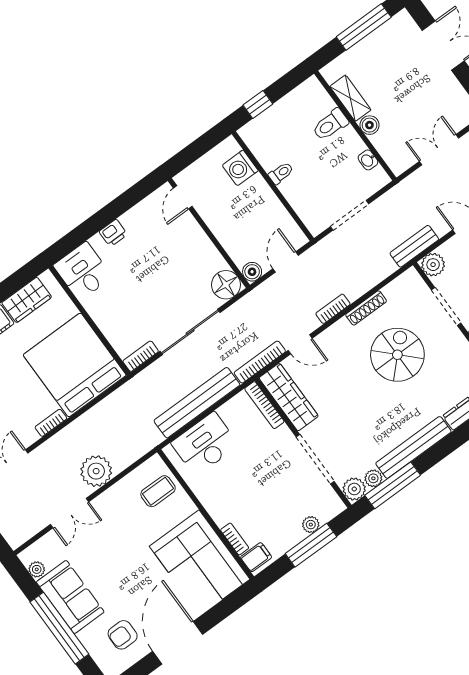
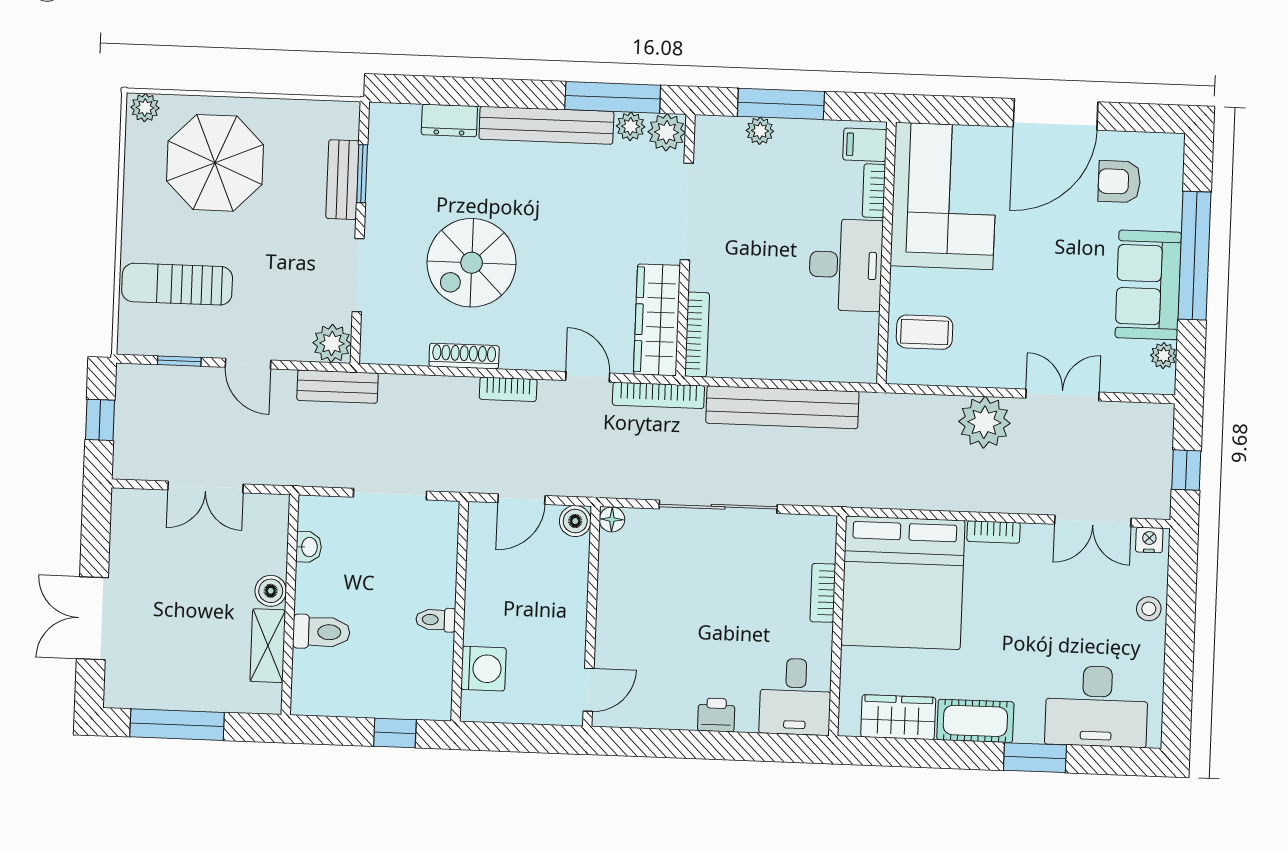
floor lamp: (226, 285) -> (612, 519), width x0.53, depth x0.53
bookcase: (141, 356) -> (823, 593), moved, turned 90
desk: (205, 444) -> (846, 265), moved, turned -90
armchair: (123, 635) -> (1119, 182), turned 180

